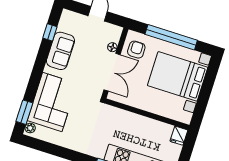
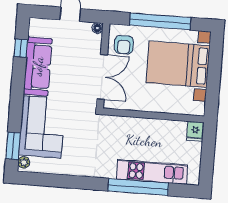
floor lamp: (112, 47) -> (97, 28), moved
armchair: (136, 50) -> (124, 45), turned 180
sofa: (60, 51) -> (38, 66), width x1.36

